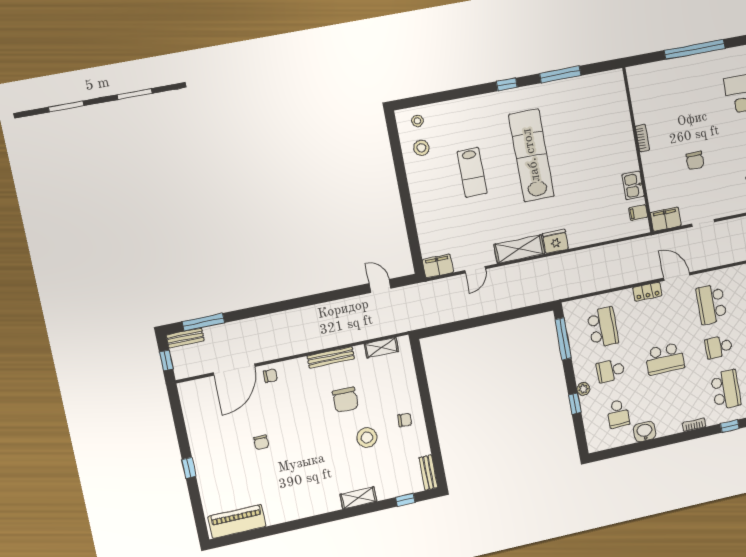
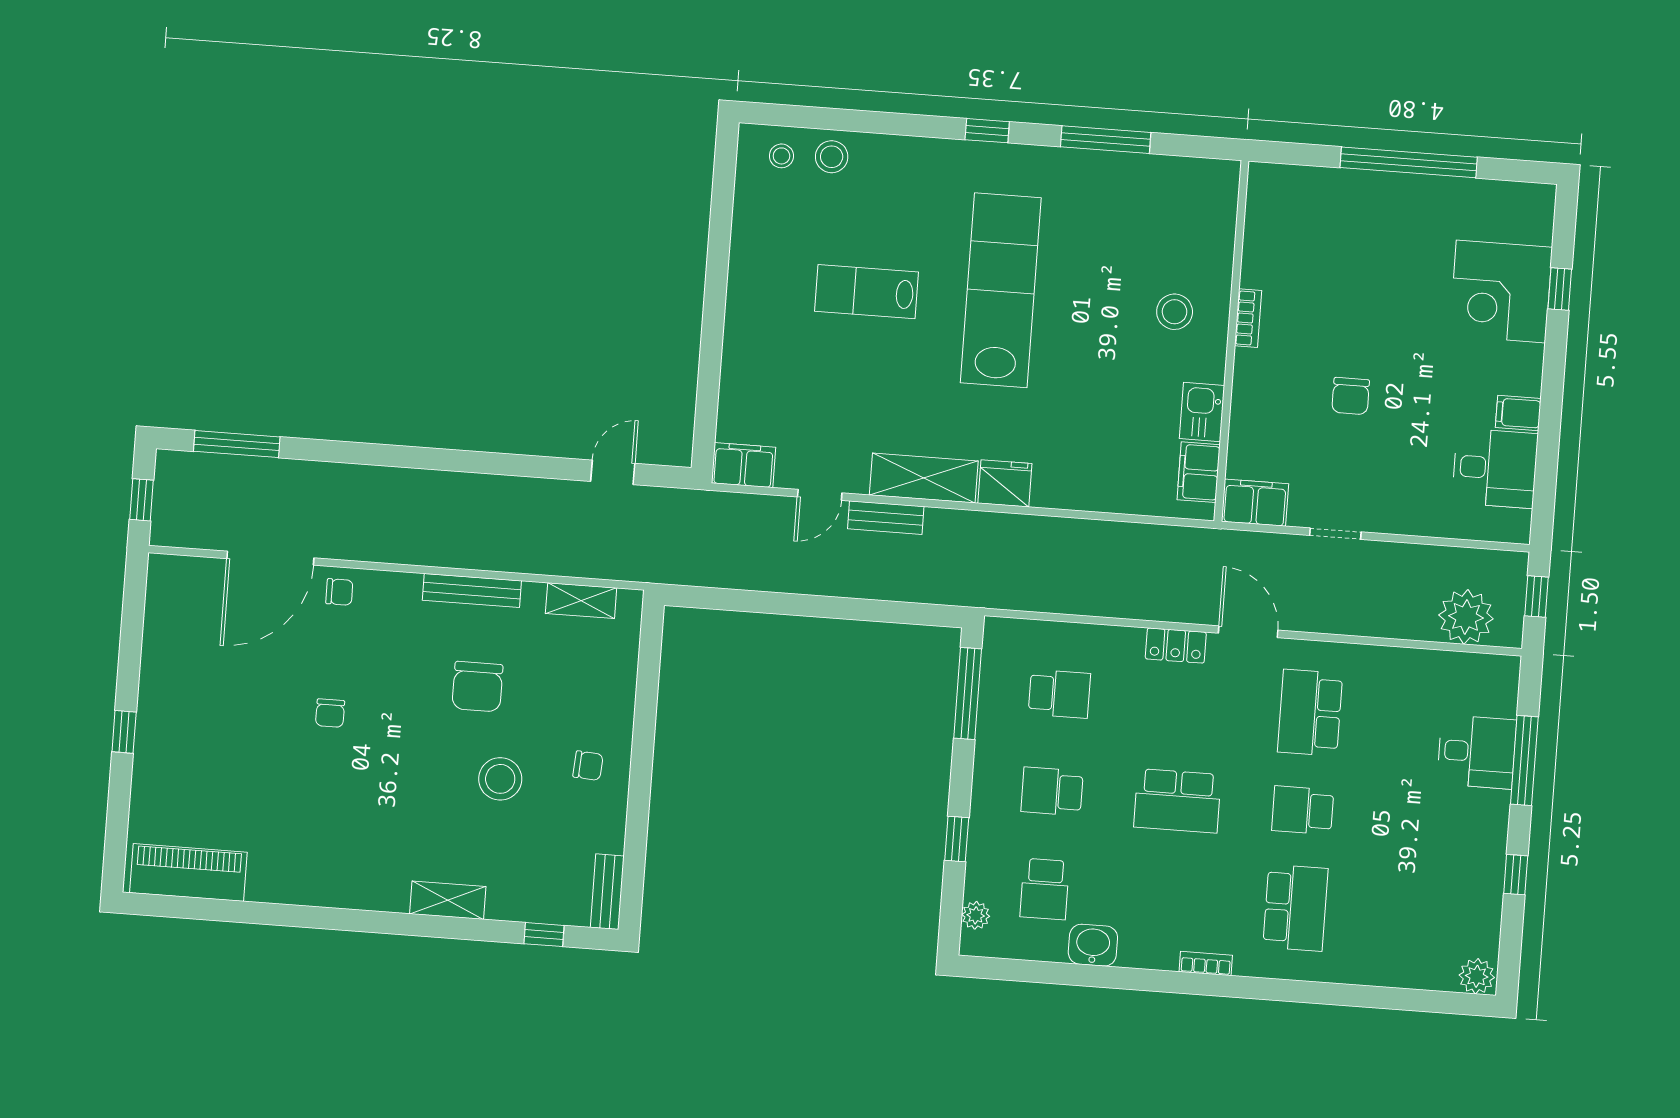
stool: (610, 144) -> (1175, 312), added
stool: (421, 148) -> (832, 157), moved
lab bench: (472, 172) -> (866, 292), turned 90
filing cabinet: (638, 213) -> (1199, 472), width x2.00
door: (380, 286) -> (613, 472), hinge flipped
school desk: (603, 327) -> (1059, 694), width x0.54
bench: (185, 338) -> (886, 518), moved
plant: (583, 389) -> (976, 915), moved
window: (730, 426) -> (1284, 990), removed
chair: (261, 442) -> (330, 713), moved

